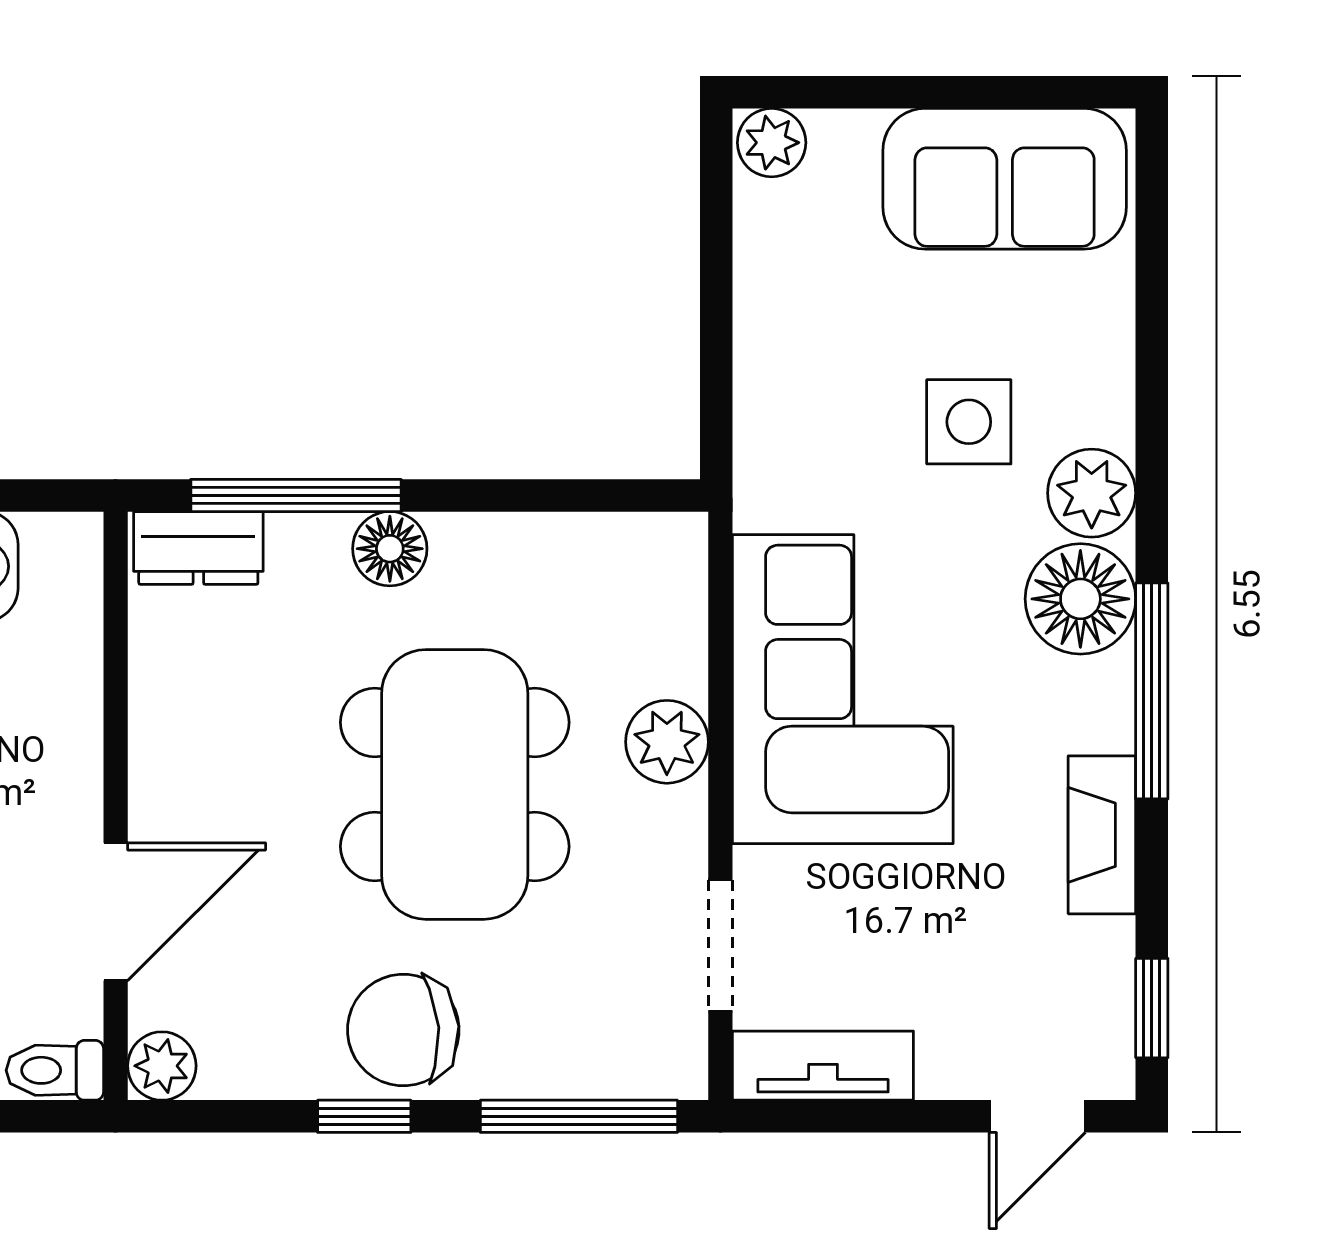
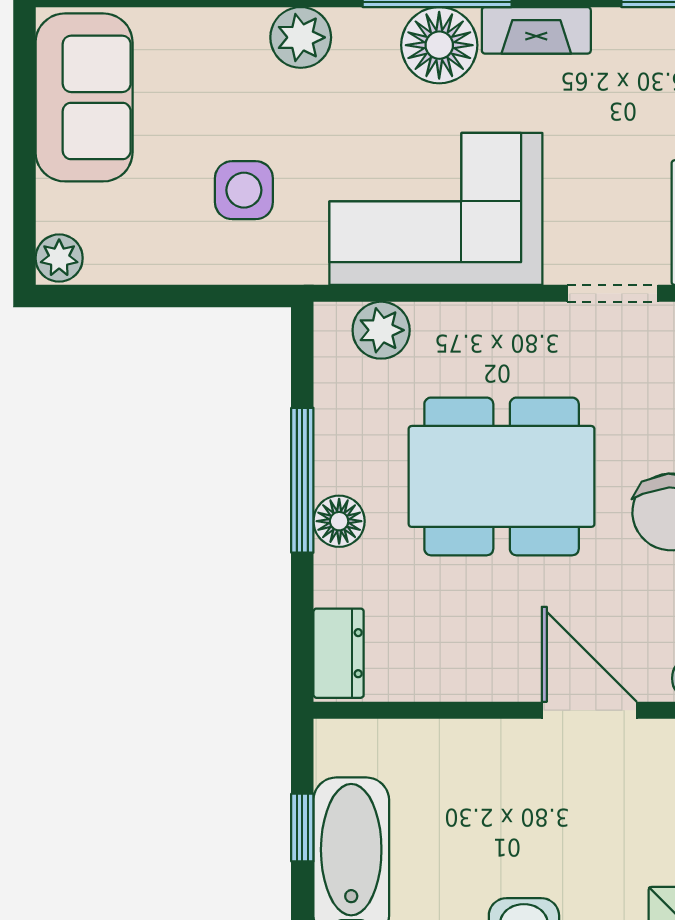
side table: (969, 422) -> (244, 190), moved
window: (296, 495) -> (302, 480), moved
floor lamp: (1080, 599) -> (439, 45), moved
plant: (667, 742) -> (381, 330), moved

